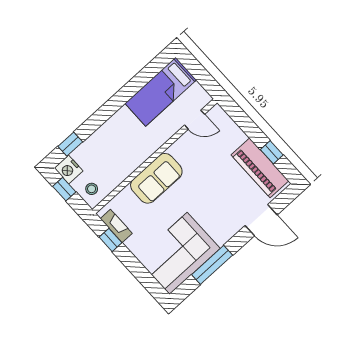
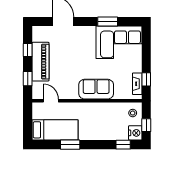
window: (129, 91) -> (70, 145), added
window: (243, 121) -> (28, 79), added
piano: (260, 168) -> (40, 62), moved
window: (212, 265) -> (108, 22), width x0.69

